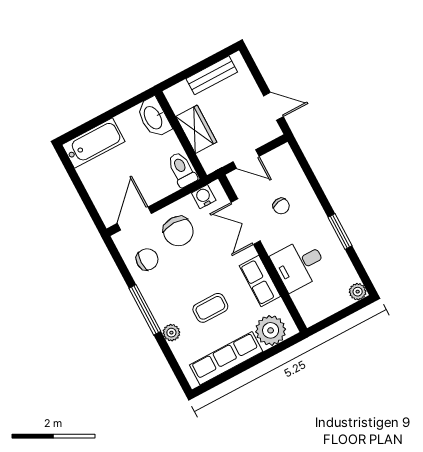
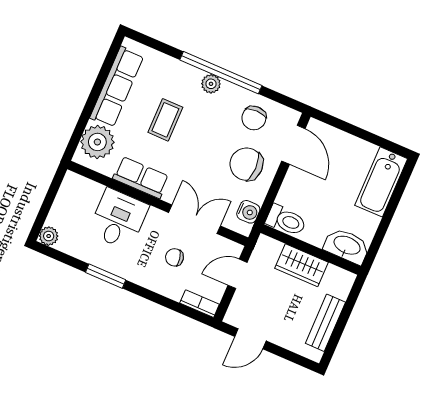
bookcase: (289, 159) -> (200, 304), added
window: (145, 310) -> (221, 73), width x1.46
plant: (171, 333) -> (211, 84), moved

